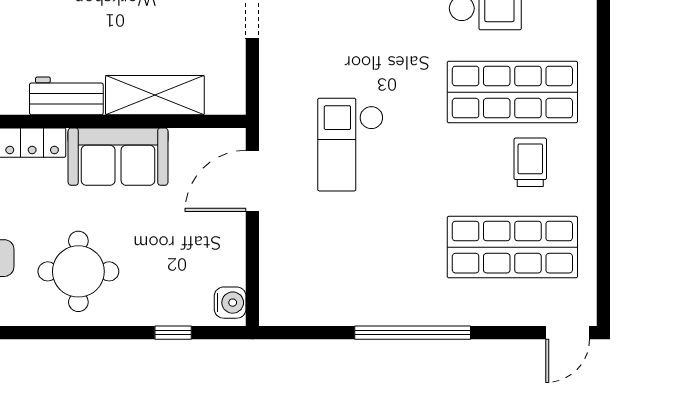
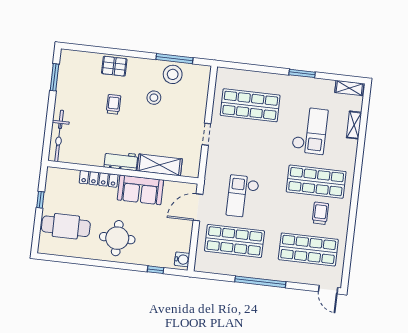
shop shelf: (344, 247) -> (234, 241), added
door: (568, 333) -> (328, 290), hinge flipped

